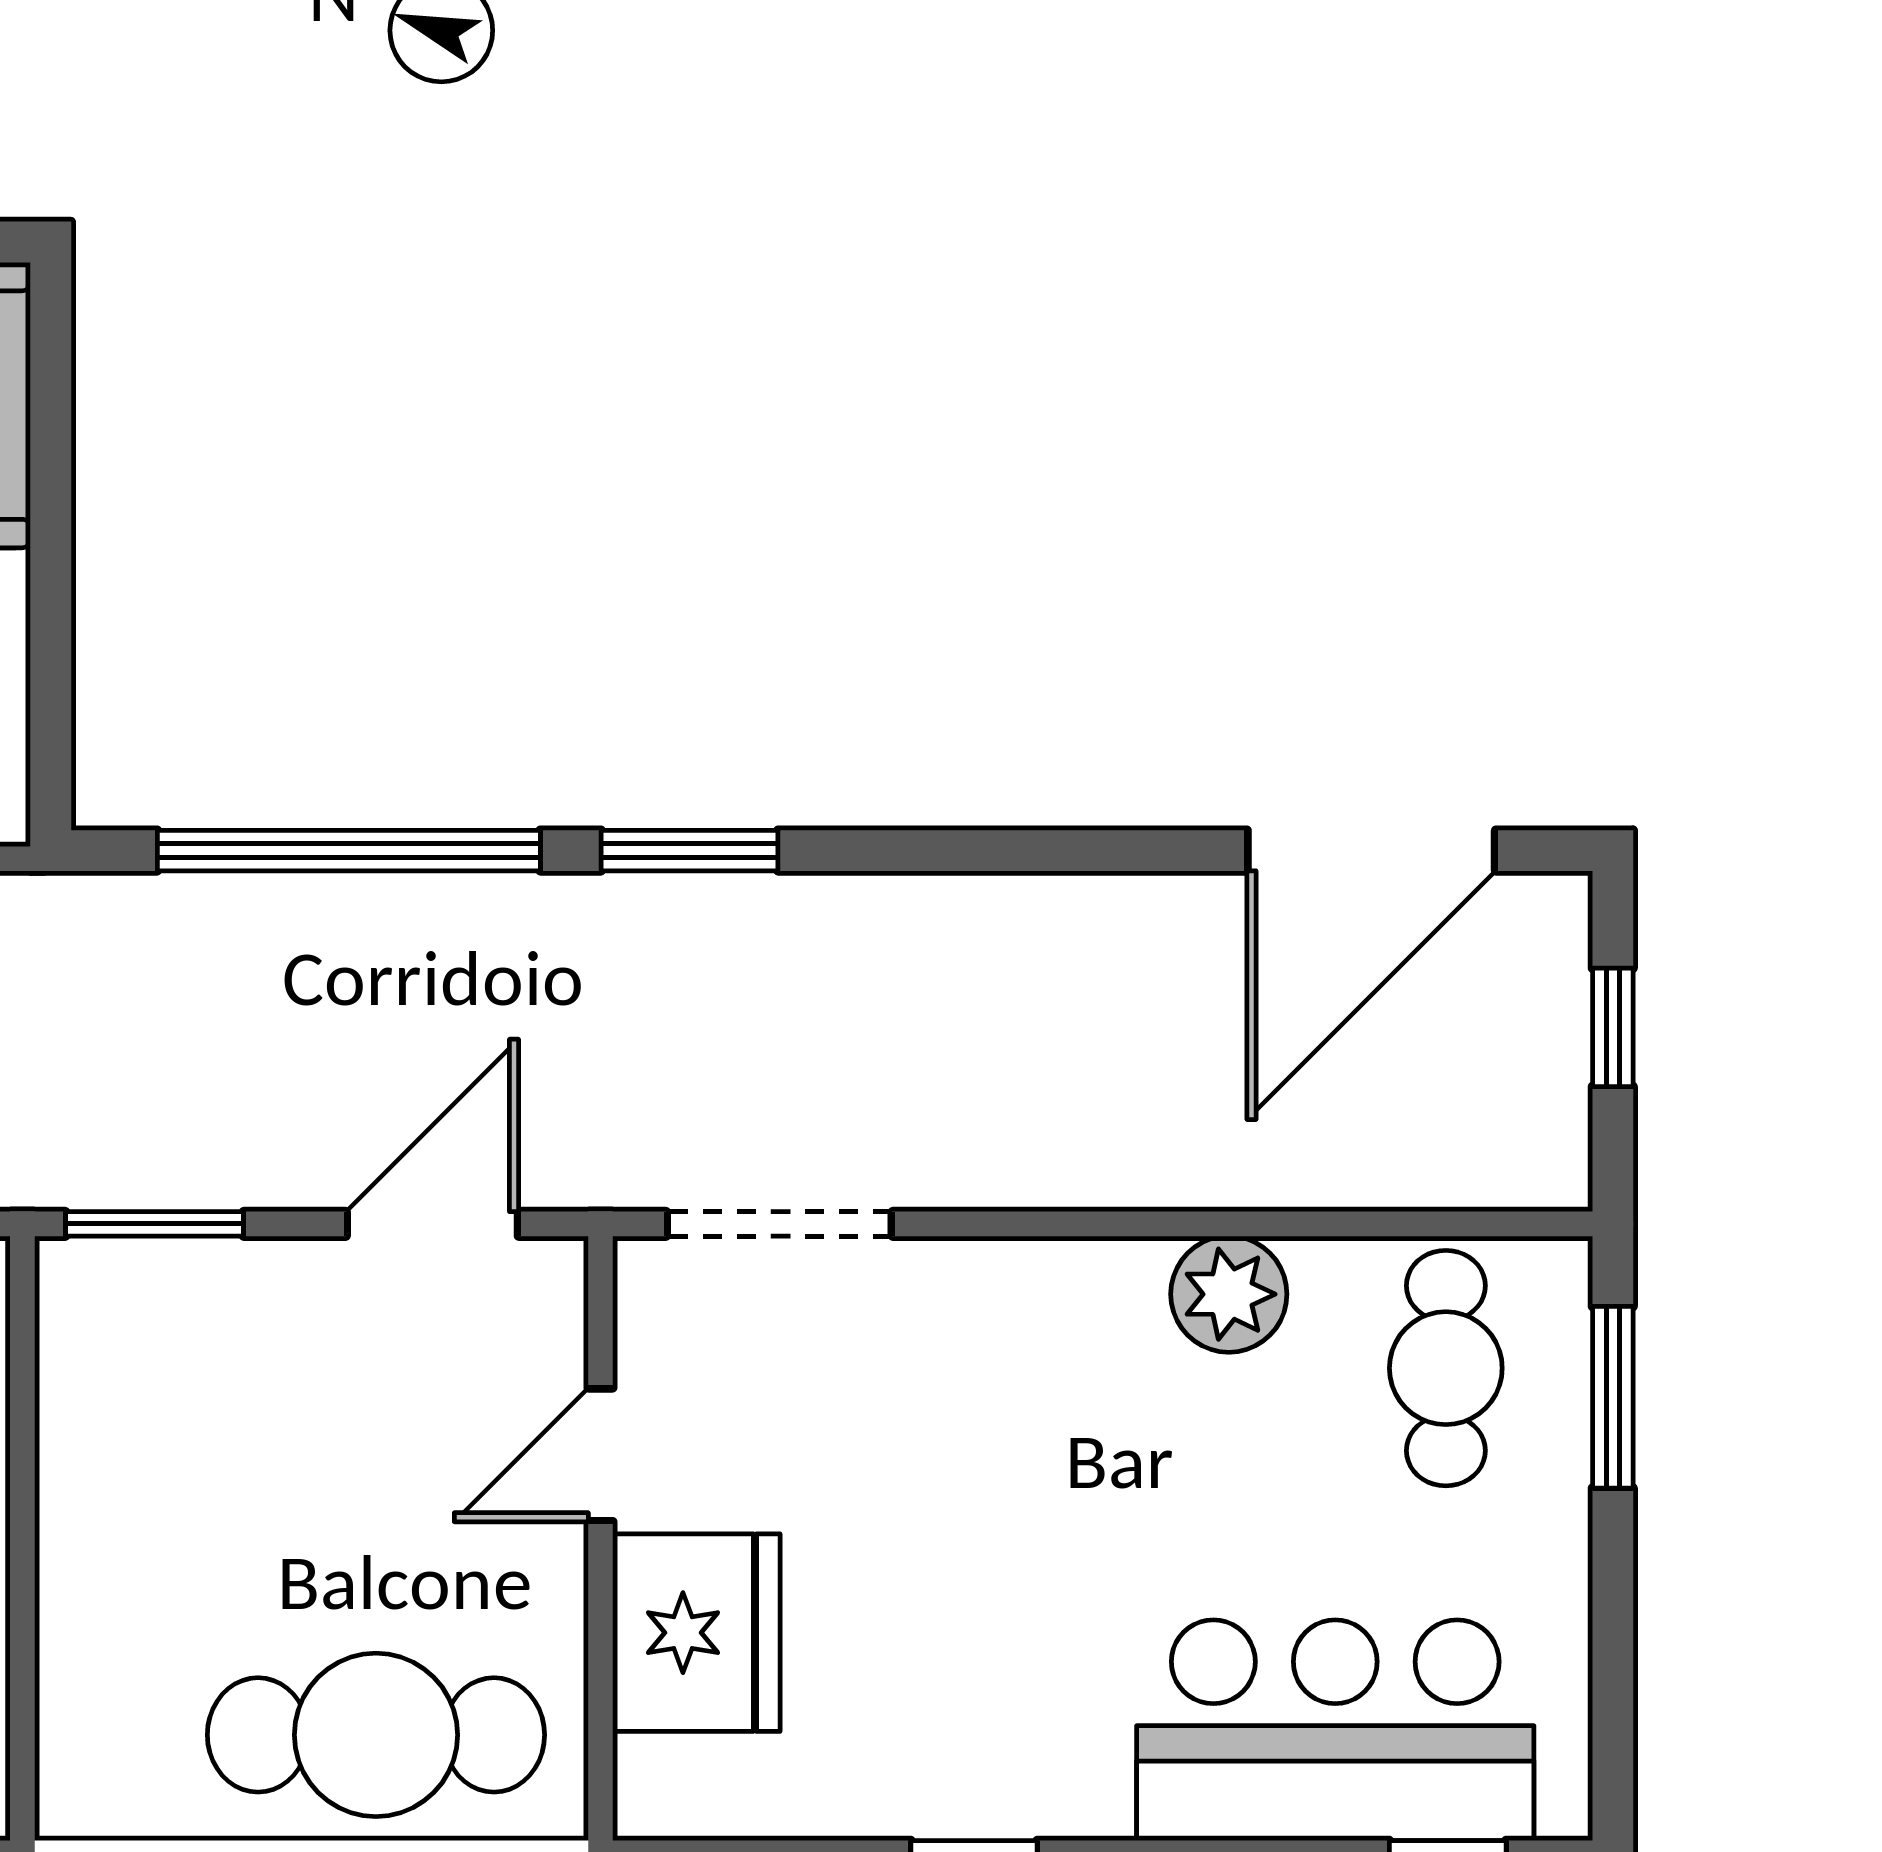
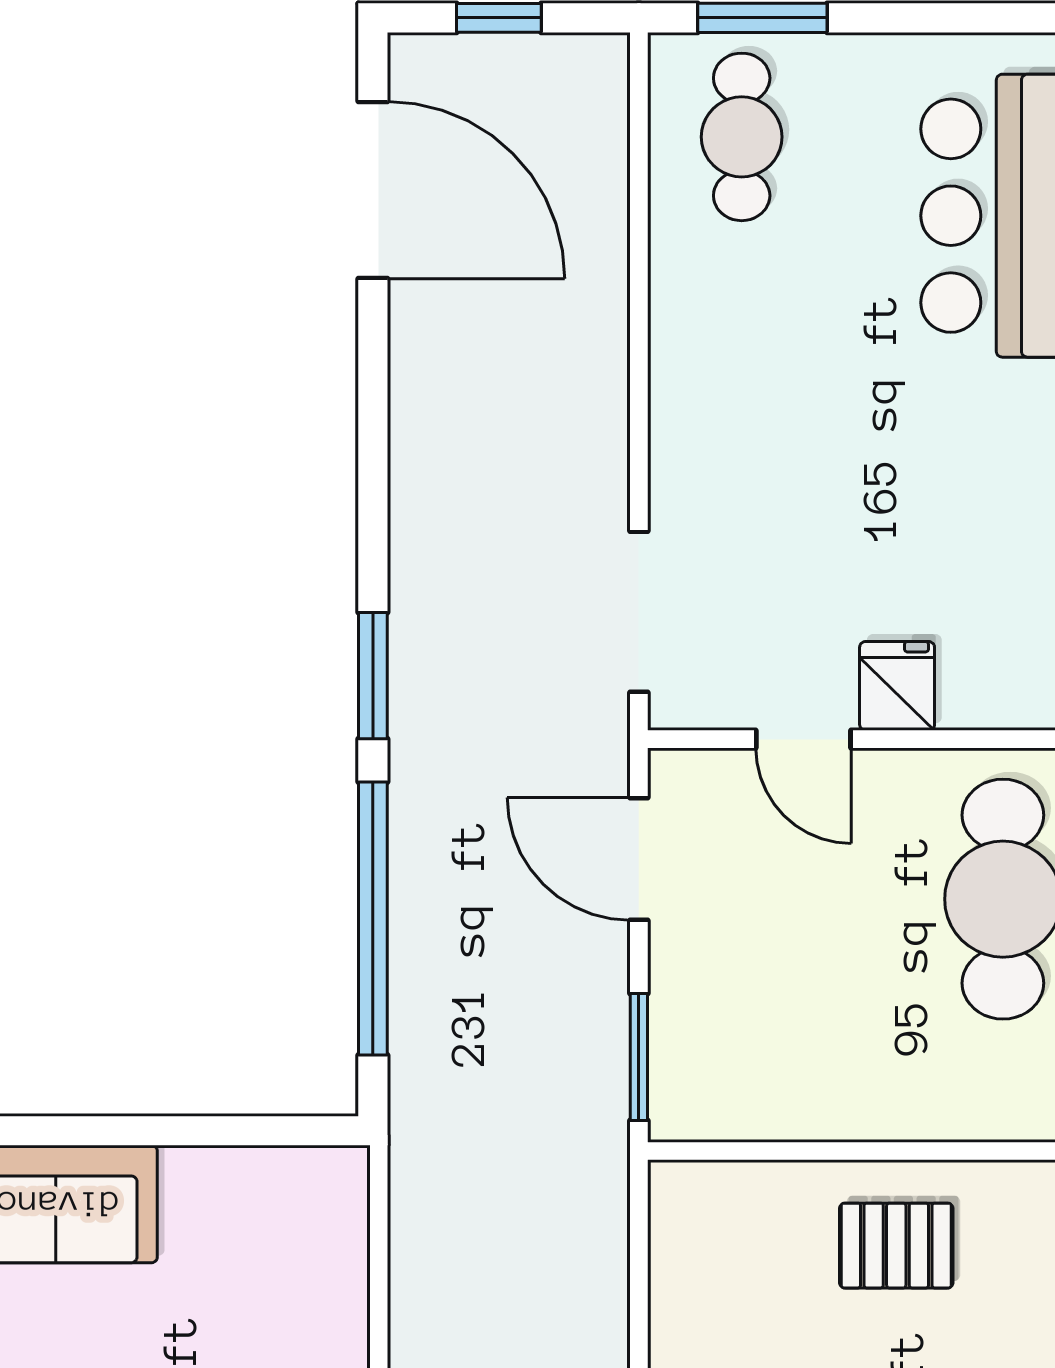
plant: (1229, 1294) -> (689, 292), removed
cafe table: (1446, 1368) -> (742, 137), turned 90
fridge: (696, 1633) -> (897, 686), width x0.53, depth x0.75

